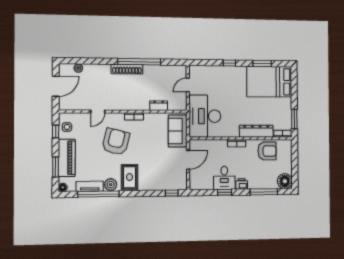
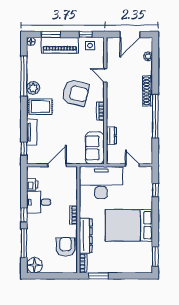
window: (229, 63) -> (155, 190), moved
window: (262, 63) -> (155, 256), moved
shoe rack: (127, 69) -> (148, 91), moved
bed: (269, 82) -> (129, 225), moved, turned -90
door: (56, 86) -> (130, 34), hinge flipped
sofa: (178, 131) -> (95, 148), moved, turned -90
armchair: (267, 151) -> (66, 247), turned 180
door: (188, 160) -> (57, 165), swing flipped
printer: (242, 184) -> (32, 184), moved
tv unit: (90, 186) -> (32, 132), moved
window: (225, 192) -> (24, 215), moved

